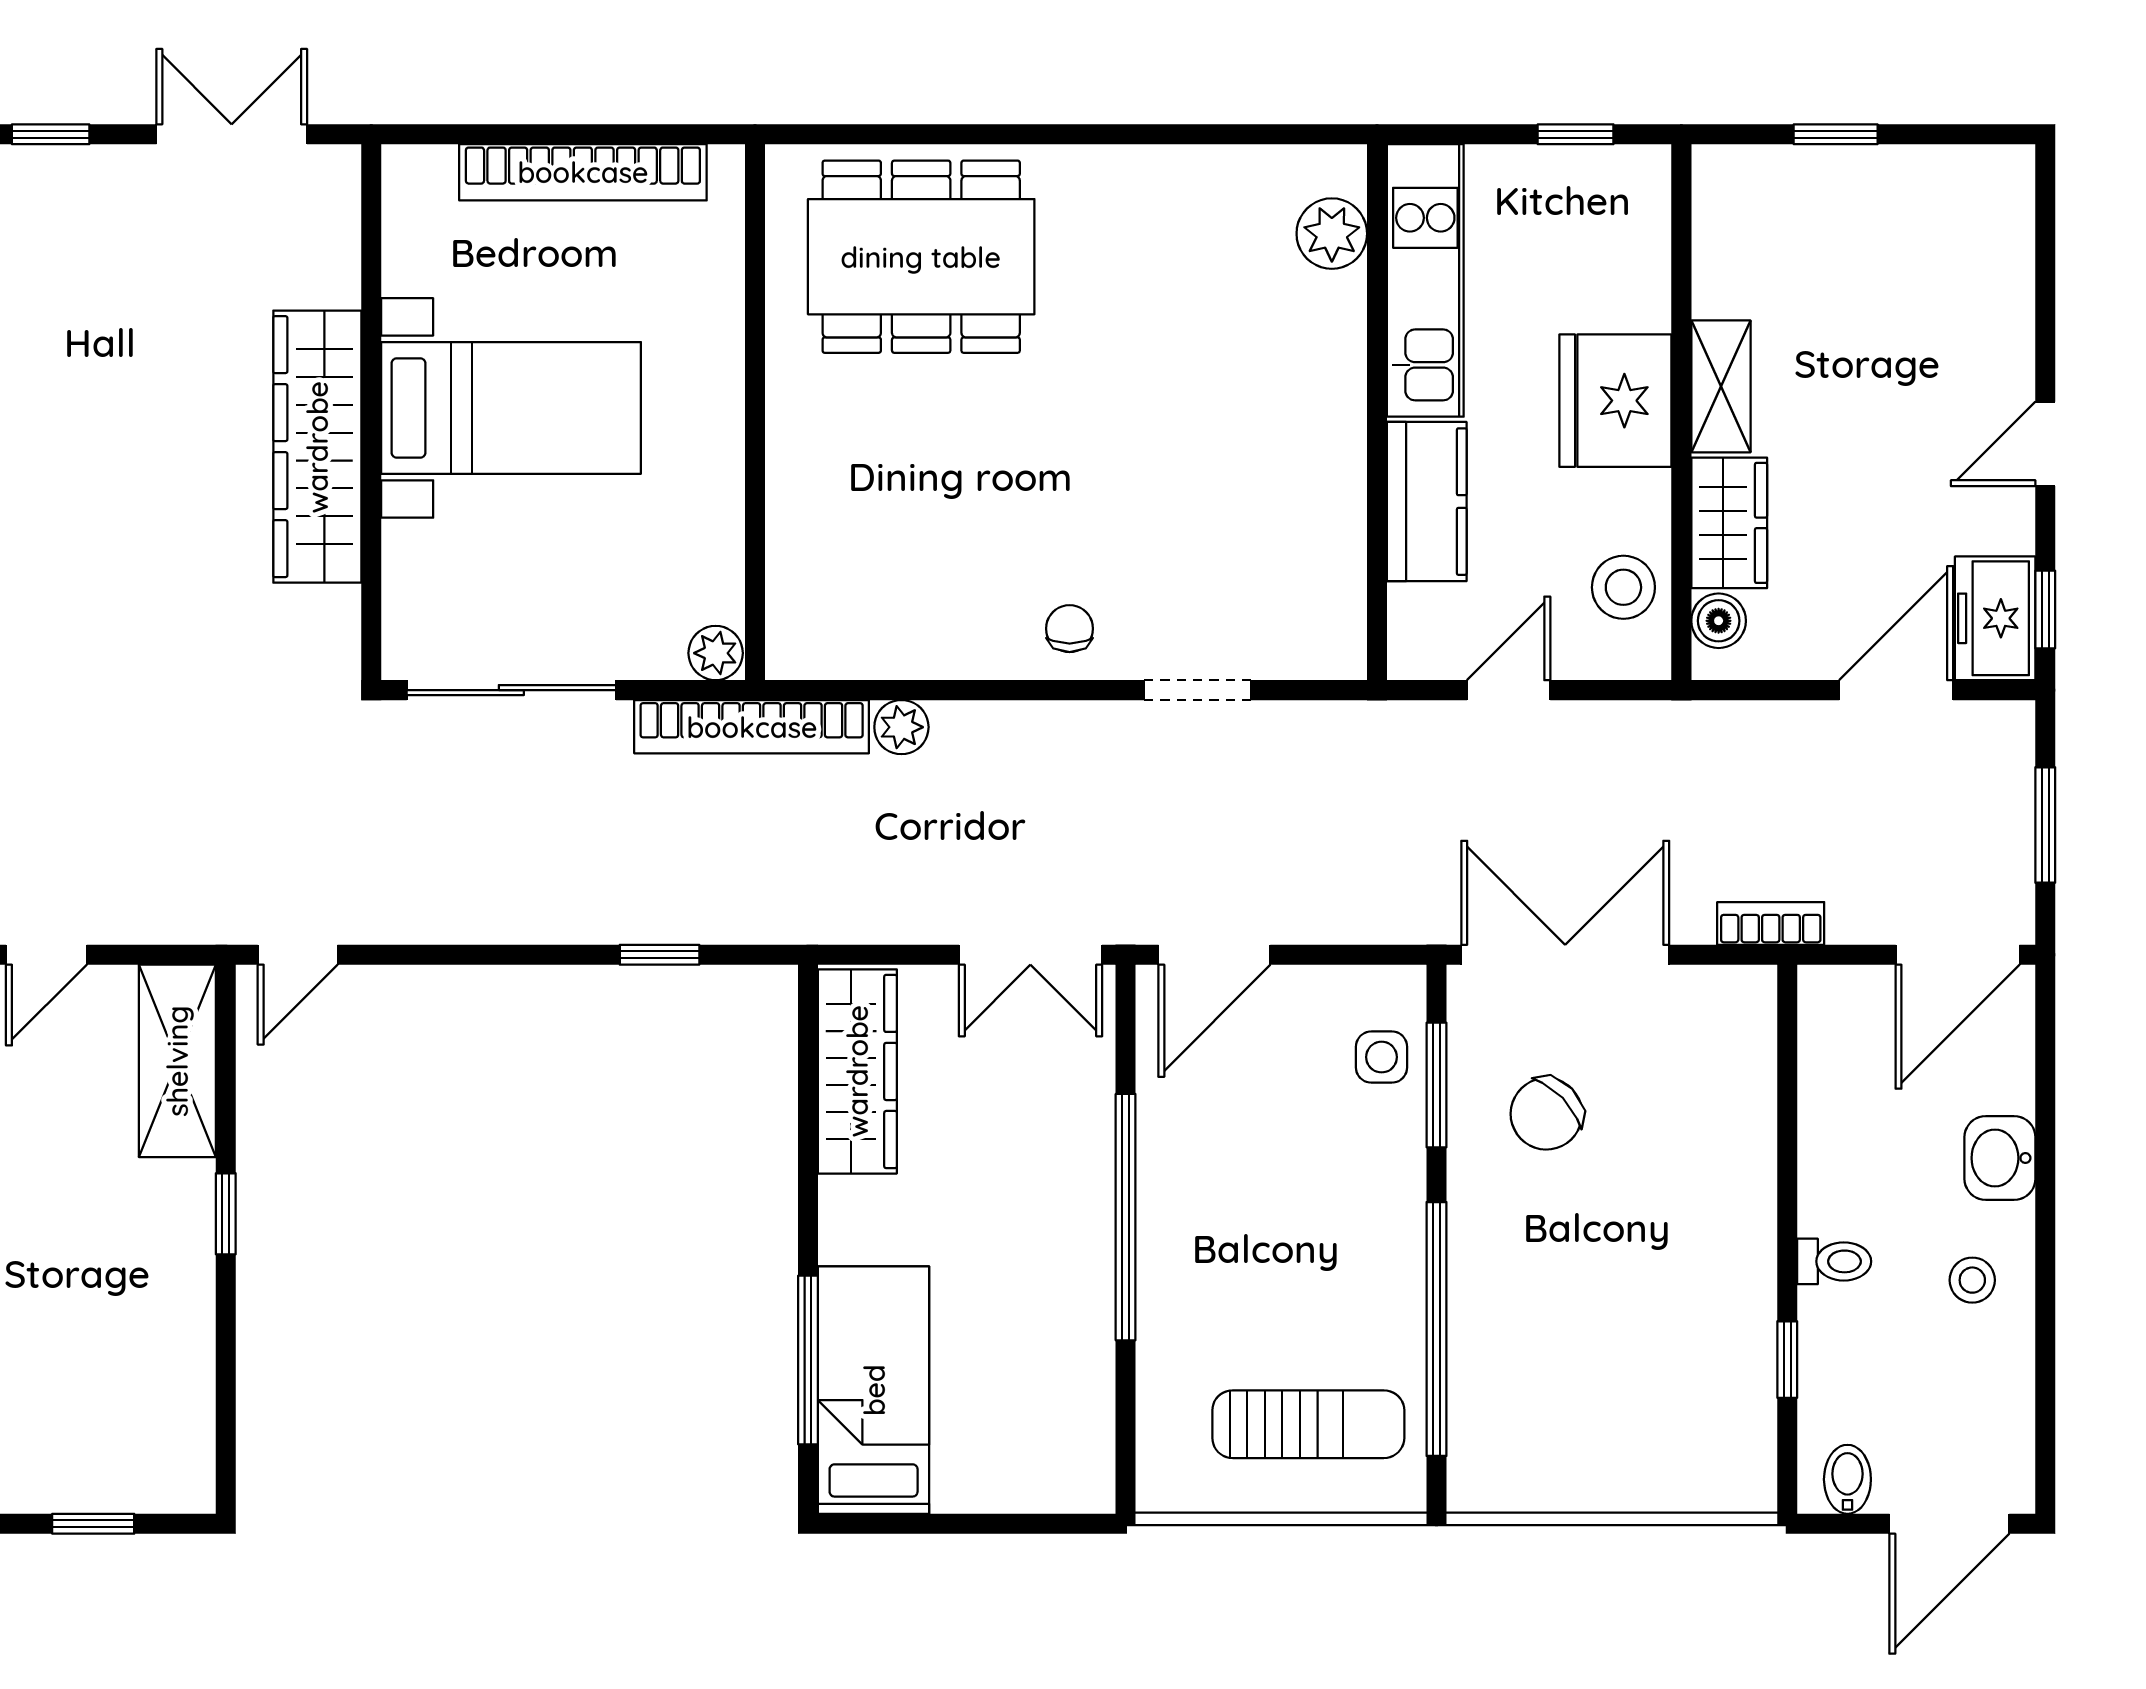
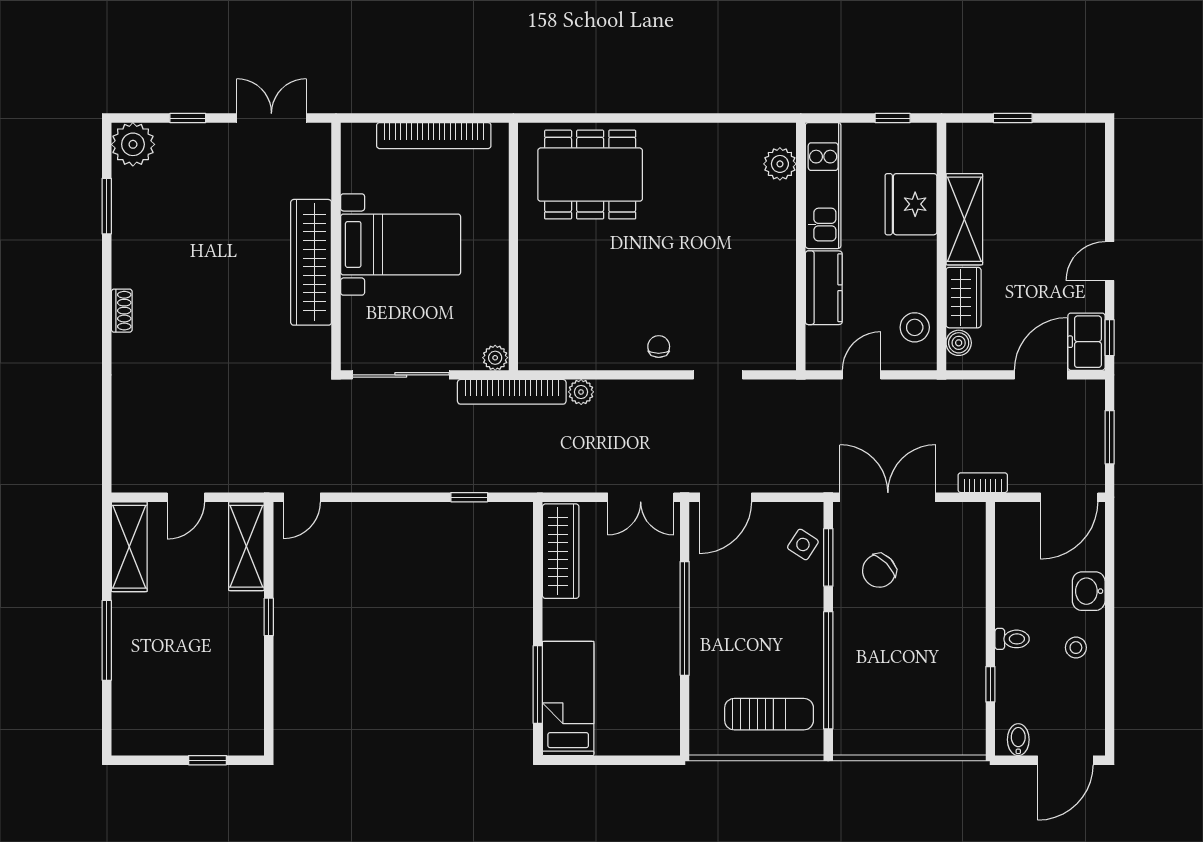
shelving: (1721, 386) -> (964, 219), width x1.50, depth x1.33
fridge: (1615, 401) -> (911, 204), moved
side table: (1382, 1057) -> (803, 544), turned 33

